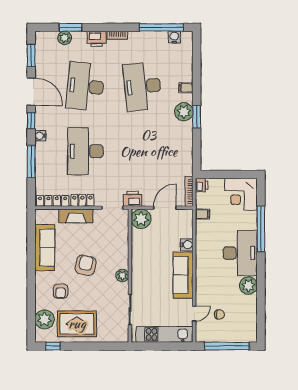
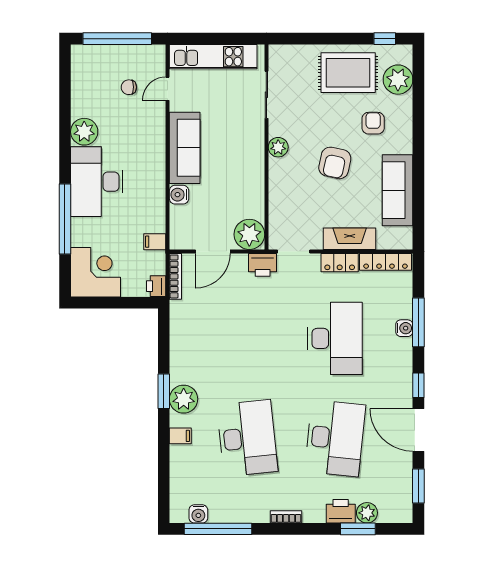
printer: (97, 39) -> (341, 511), moved
water cooler: (40, 136) -> (404, 328), moved

